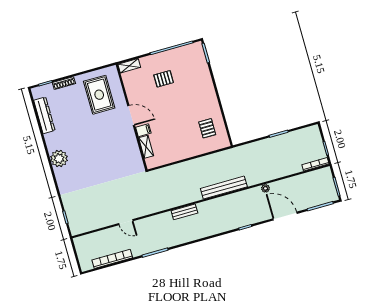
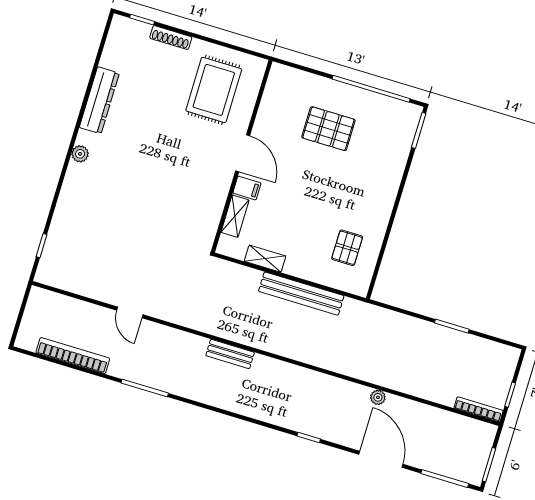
shelving: (129, 66) -> (265, 259), moved
pallet: (164, 79) -> (328, 129), width x1.50, depth x1.42
dresser: (44, 115) -> (99, 100), moved
plant: (59, 159) -> (80, 154), width x0.53, depth x0.53
bench: (224, 188) -> (301, 294), moved

